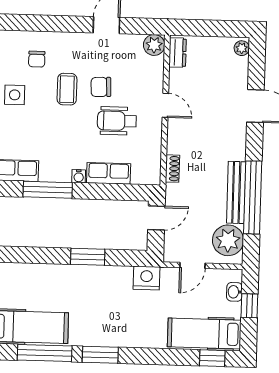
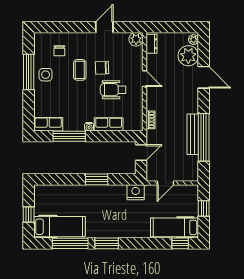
plant: (228, 240) -> (188, 56), moved
washbasin: (234, 292) -> (193, 200), removed

